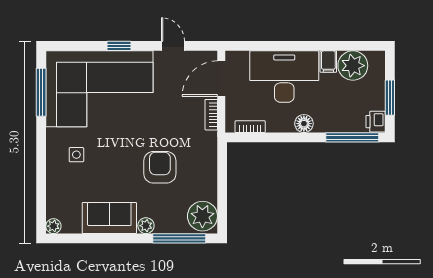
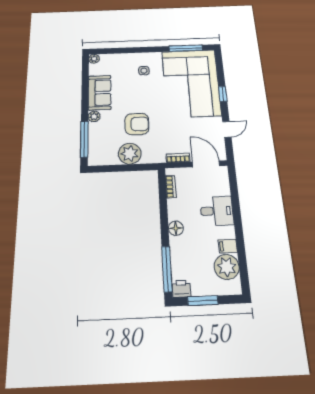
desk: (284, 77) -> (217, 211), width x0.53, depth x0.77
plant: (202, 216) -> (130, 154), moved

